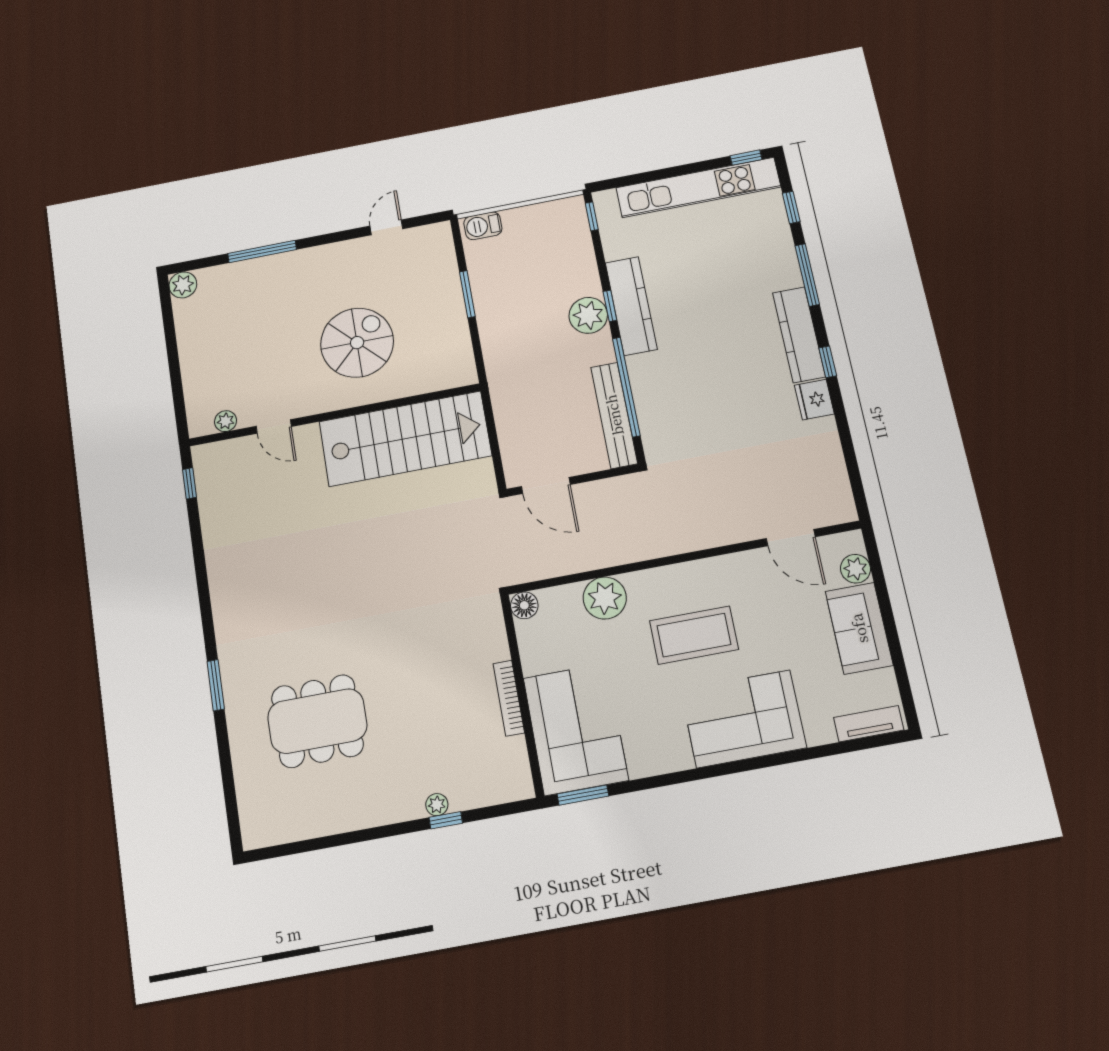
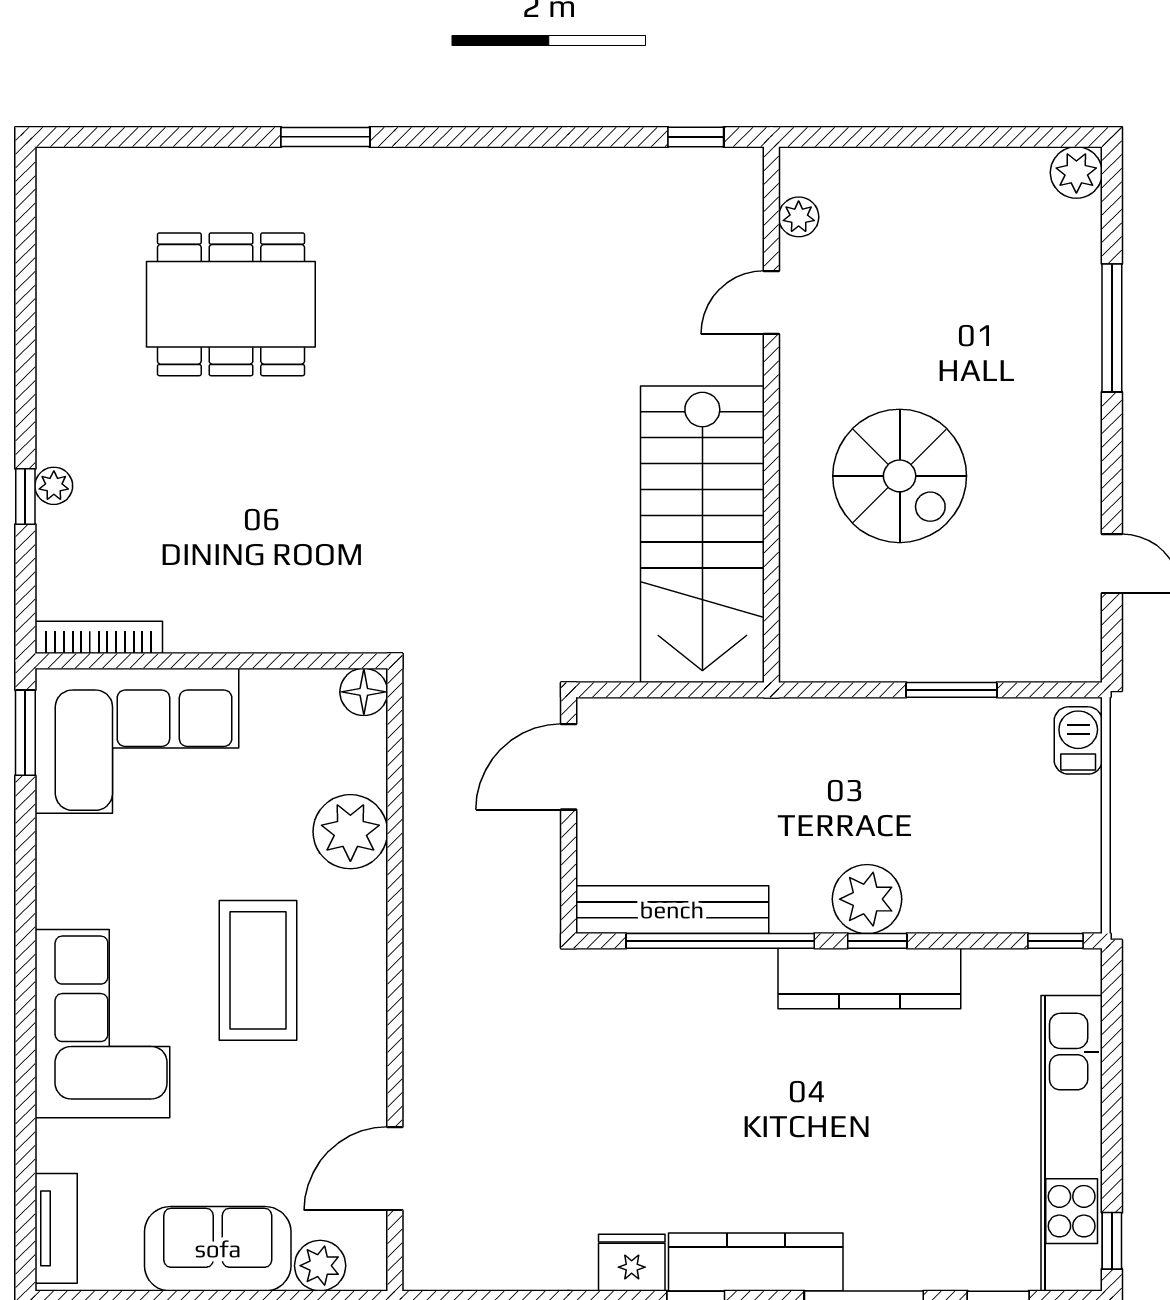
bookcase: (509, 698) -> (99, 637), moved
dining table: (317, 721) -> (231, 304), turned 90

